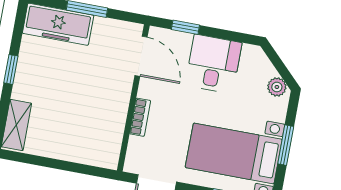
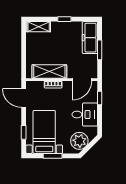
plant: (277, 87) -> (79, 141), width x1.88, depth x1.88
shelving: (112, 120) -> (49, 71), added

